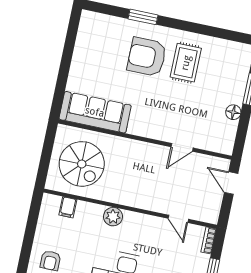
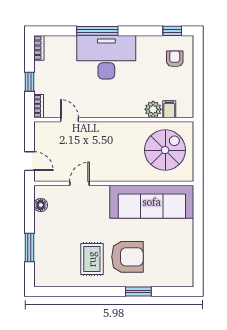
sofa: (95, 112) -> (152, 202), width x1.36, depth x1.27
floor lamp: (233, 112) -> (41, 205), moved
spiral stairs: (82, 164) -> (165, 150), turned 90
plant: (113, 217) -> (153, 109), moved

